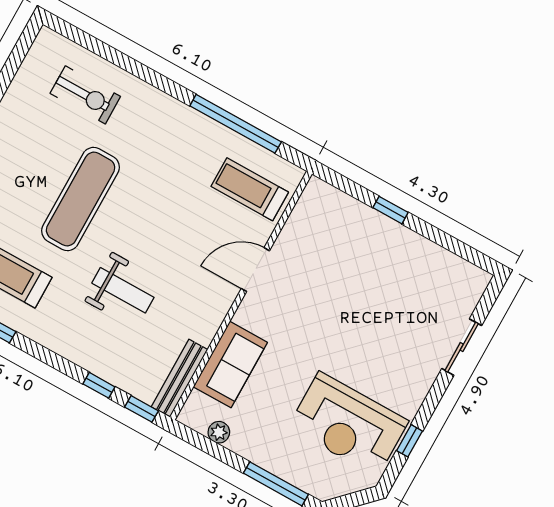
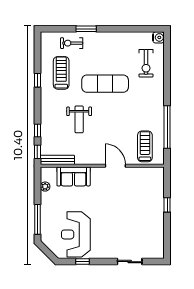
water cooler: (48, 42) -> (158, 37), added

